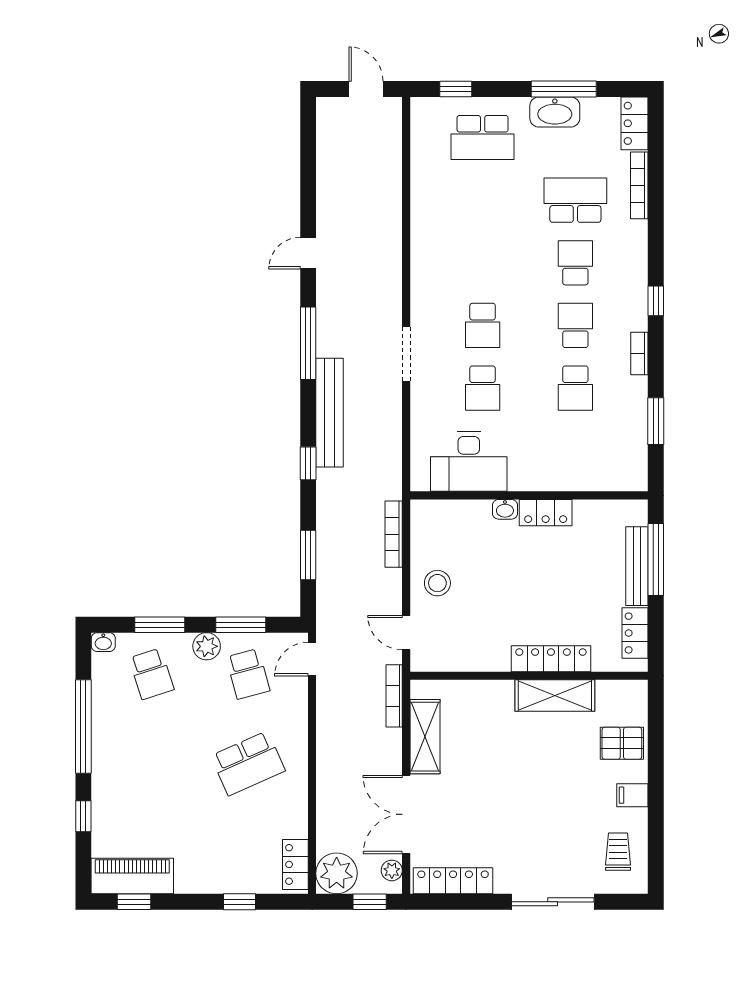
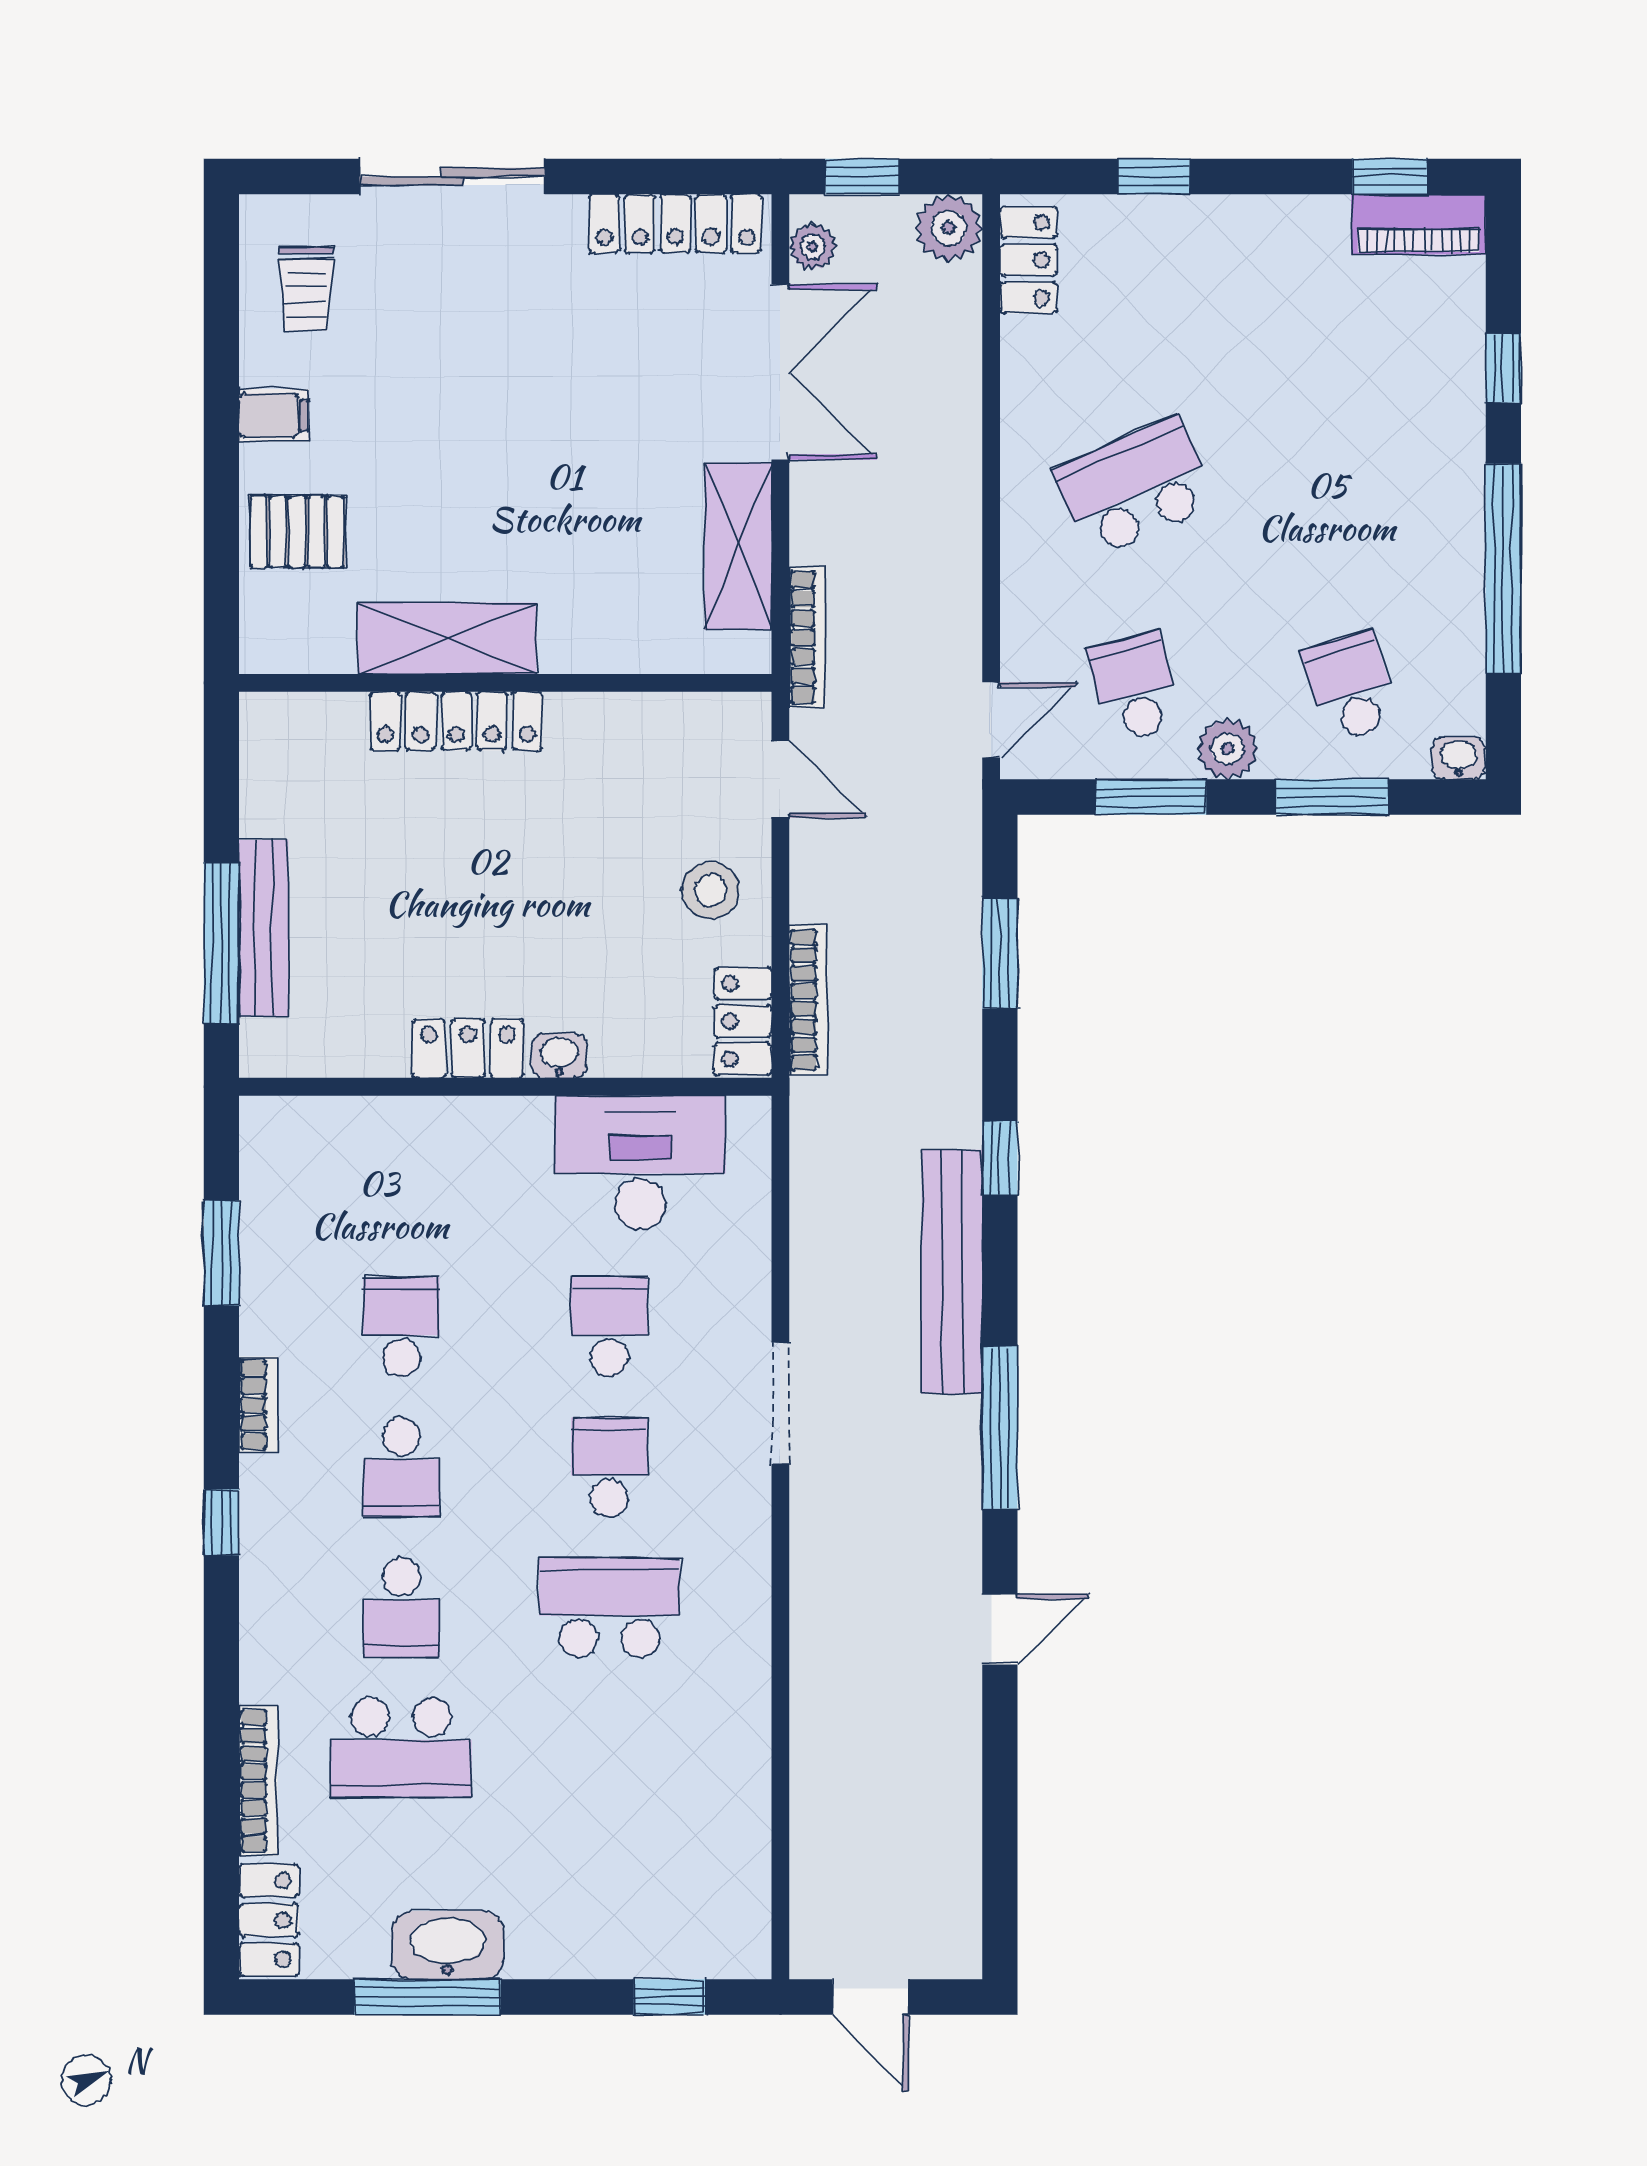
school desk: (483, 138) -> (609, 1608), moved
locker: (635, 633) -> (743, 1021), moved, turned 180
plant: (337, 873) -> (949, 228), width x0.73, depth x0.73
piano: (132, 876) -> (1418, 224), width x0.73, depth x0.75

